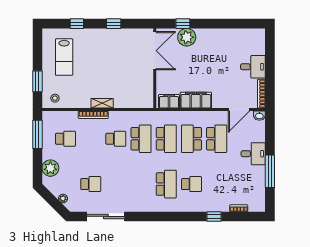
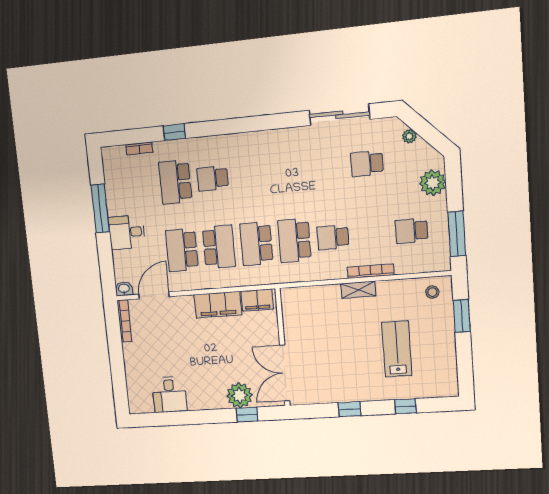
lab bench: (64, 57) -> (397, 349), moved
desk: (253, 67) -> (169, 395), moved, turned -90
school desk: (166, 184) -> (175, 182), moved

